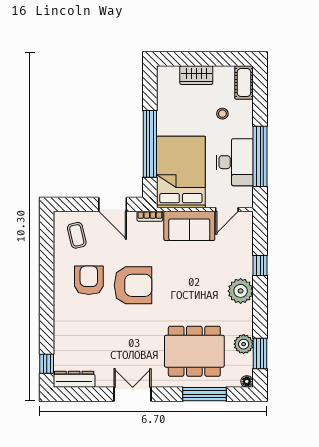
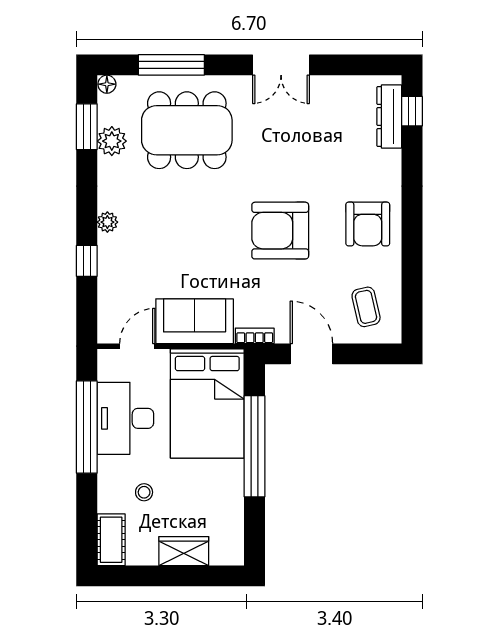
armchair: (89, 280) -> (368, 224), moved
plant: (241, 291) -> (107, 222), width x0.53, depth x0.53
dresser: (74, 379) -> (389, 116), moved, turned 90

